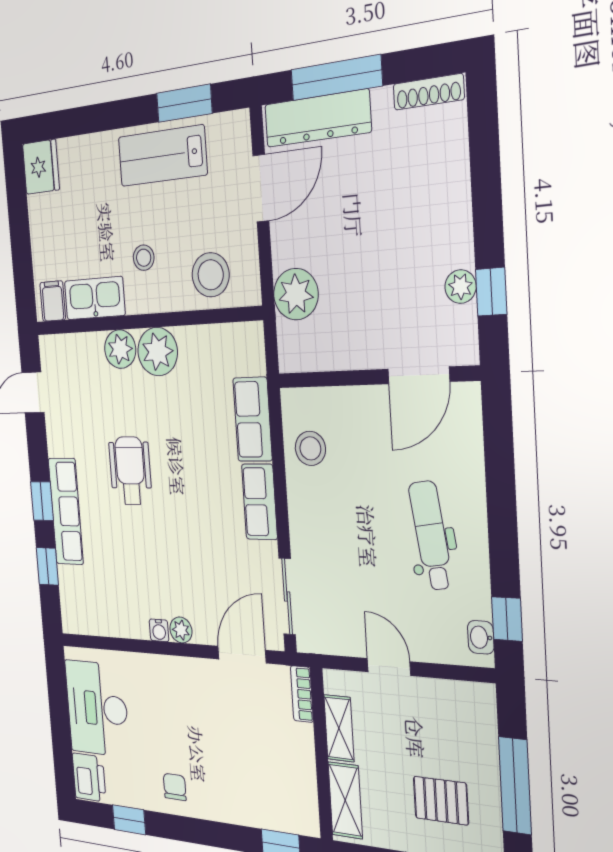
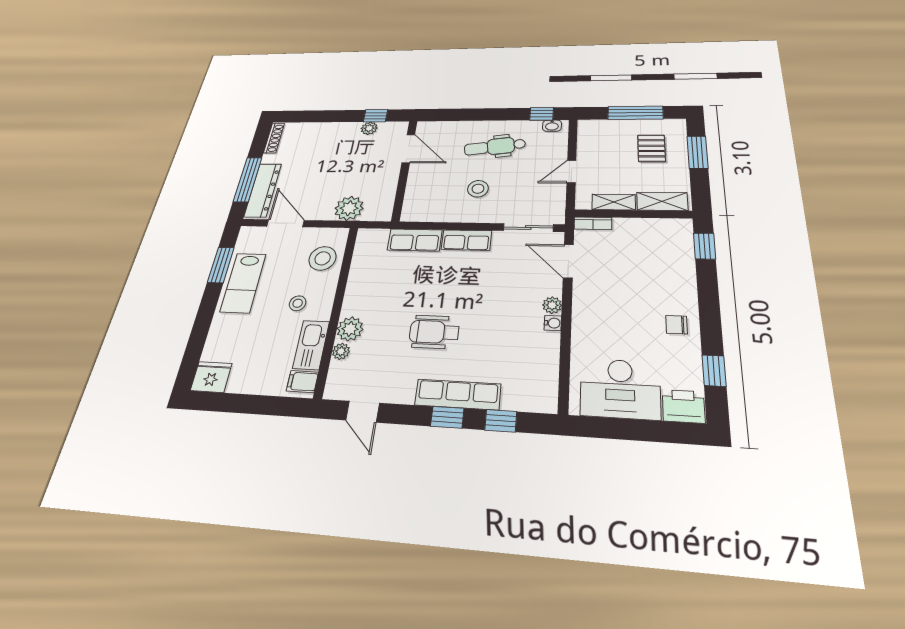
plant: (158, 352) -> (341, 351), moved, width x0.53, depth x0.53
stool: (310, 448) -> (478, 189), moved

